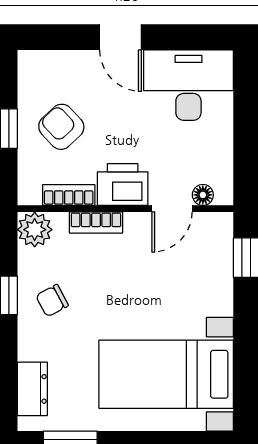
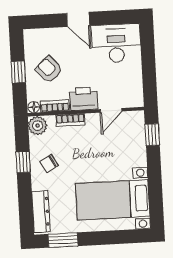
floor lamp: (203, 195) -> (34, 107), moved
dresser: (32, 389) -> (41, 212), width x1.44

